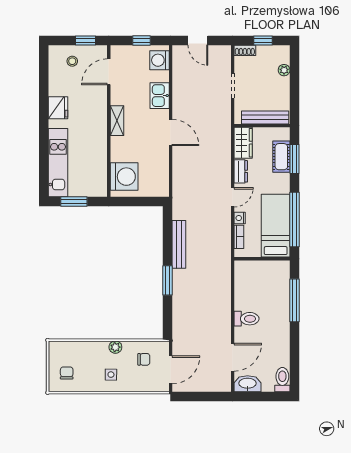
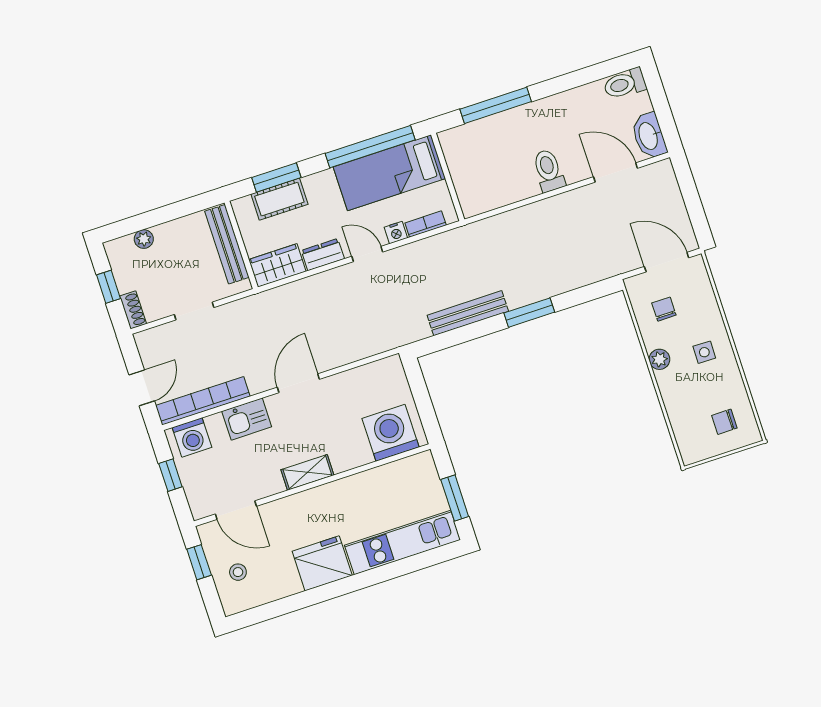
bookcase: (179, 73) -> (203, 401), added
fridge: (58, 108) -> (322, 563), width x1.36, depth x1.34

